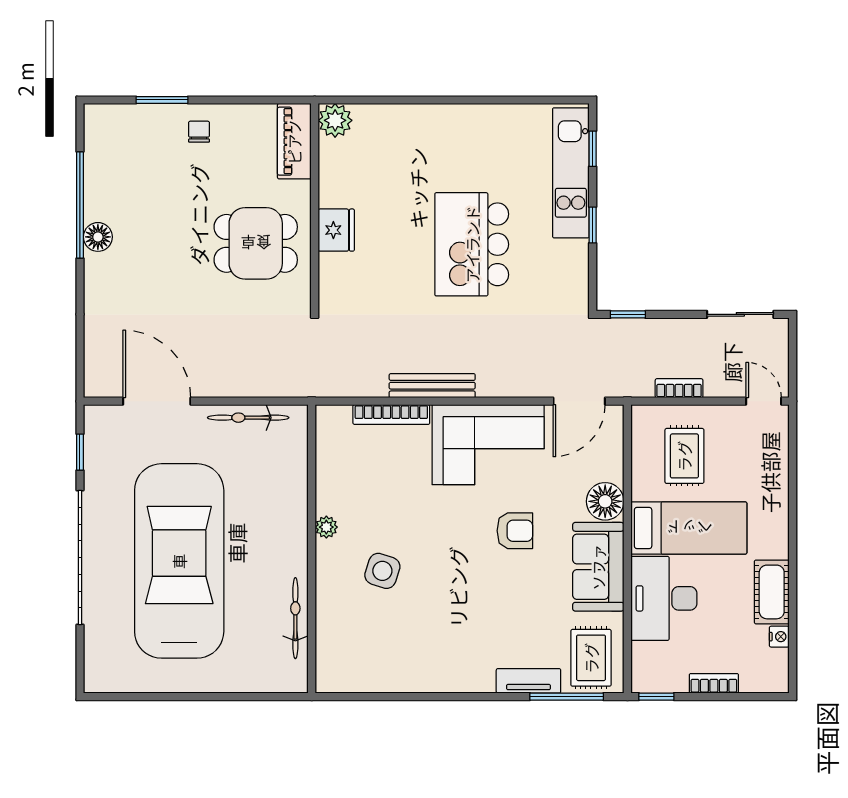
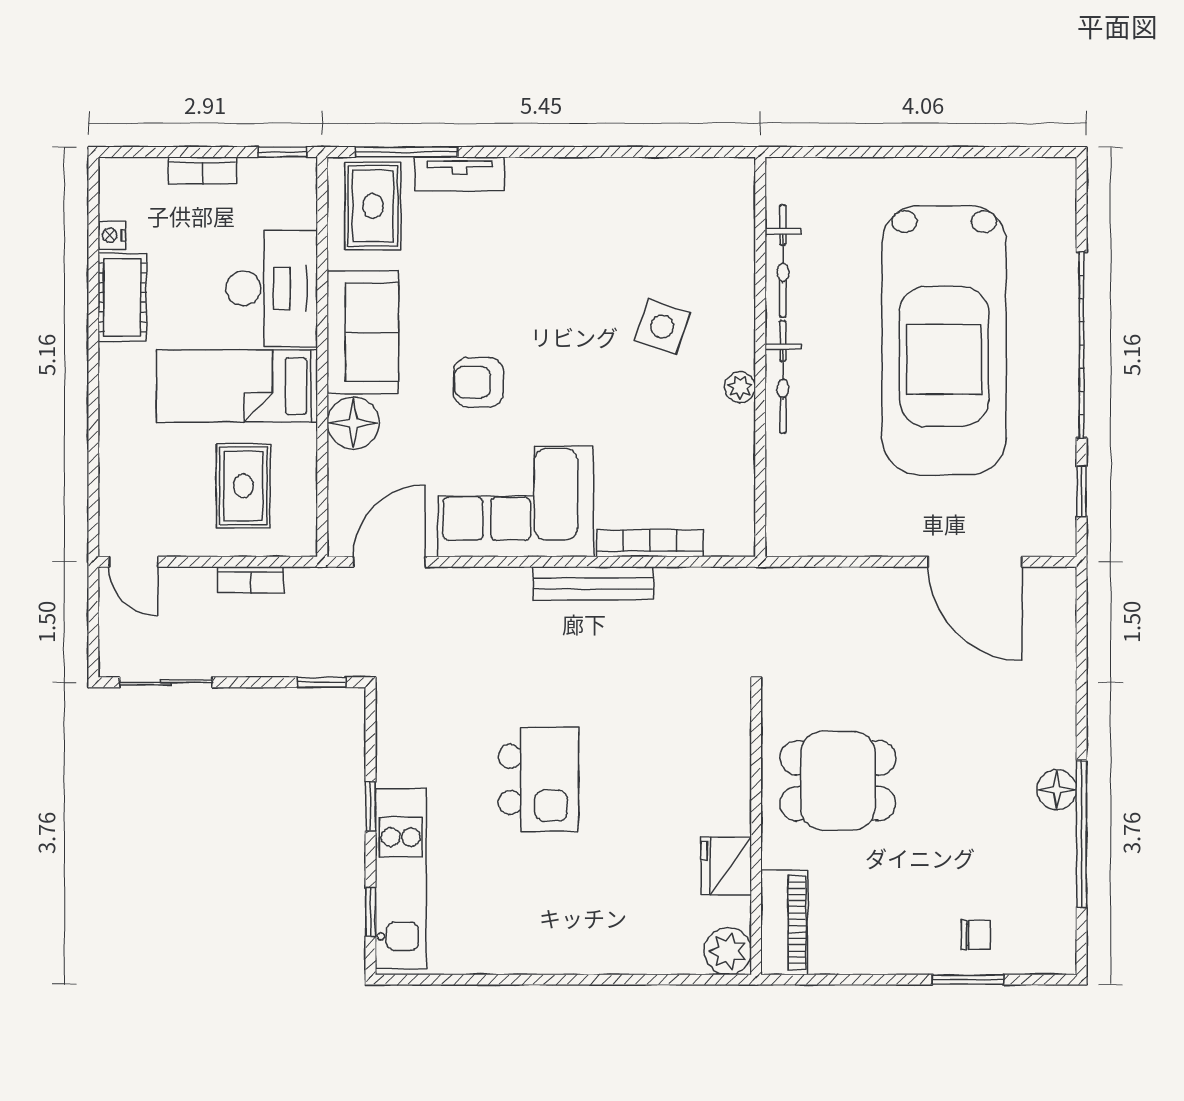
chair: (199, 132) -> (976, 935), moved, turned -90
fridge: (336, 230) -> (726, 866), moved
kitchen island: (472, 244) -> (538, 779), width x0.73, depth x0.78
bicycle: (248, 418) -> (783, 377), moved, turned 90

